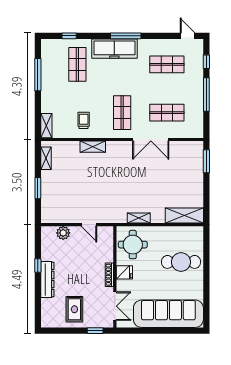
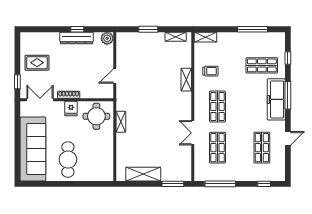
window: (126, 36) -> (288, 95), moved
door: (188, 36) -> (288, 138), moved
window: (206, 94) -> (220, 184), moved
shop shelf: (122, 113) -> (217, 107), turned 90
double door: (151, 140) -> (193, 133), width x0.73
shelving: (184, 216) -> (143, 174), moved, turned 90
plant: (63, 233) -> (107, 38), moved
cafe table: (181, 262) -> (68, 160), moved
dresser: (47, 280) -> (77, 38), moved
double door: (115, 306) -> (40, 100), swing flipped

